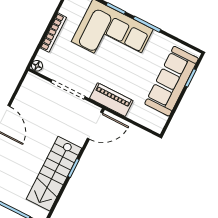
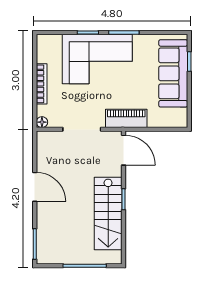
door: (95, 126) -> (123, 150), hinge flipped

